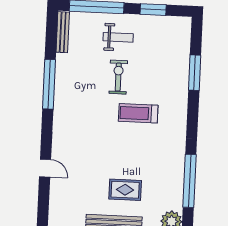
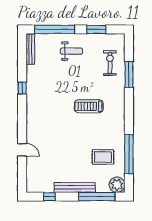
exercise bike: (118, 77) -> (110, 63), moved
window: (49, 84) -> (22, 88), width x0.32
rug: (125, 190) -> (103, 157), moved

